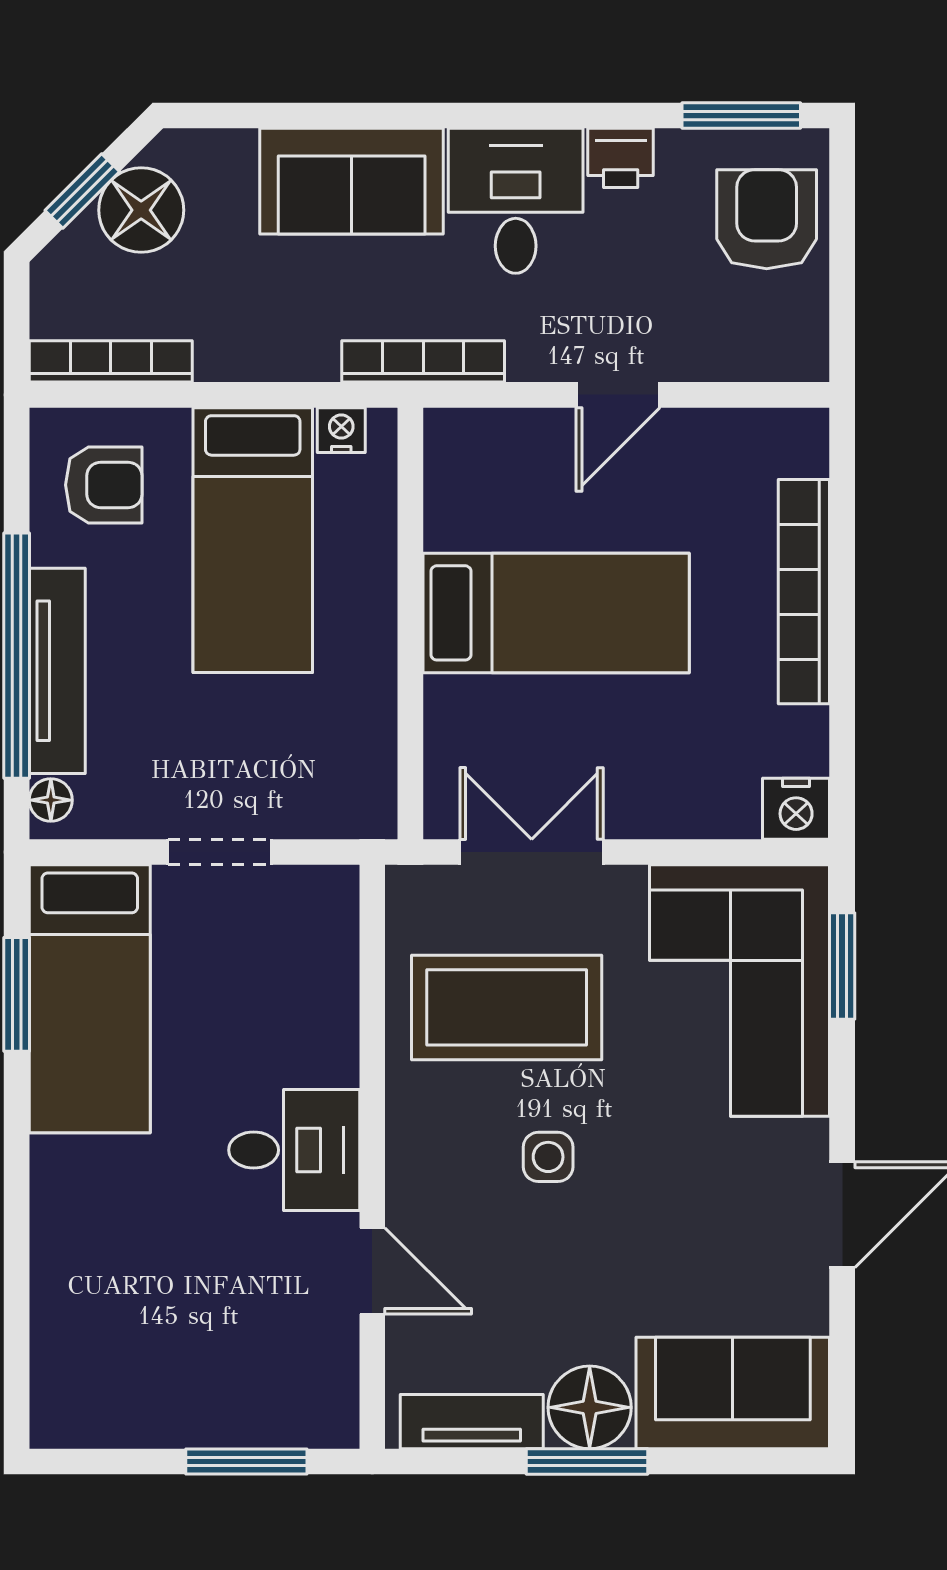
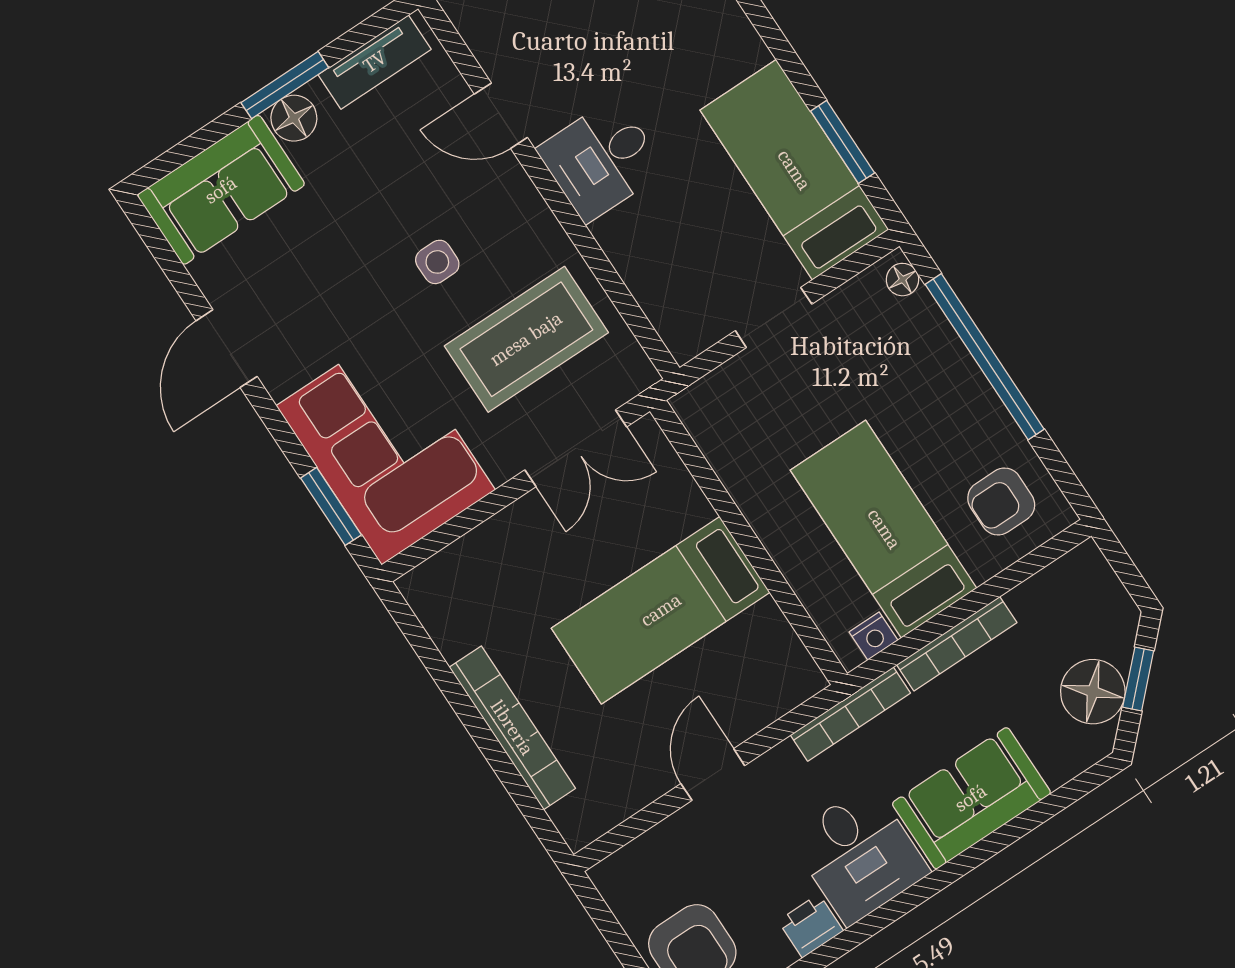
bookcase: (111, 361) -> (957, 644), moved
tv unit: (57, 671) -> (953, 364), removed
nightstand: (796, 809) -> (426, 587), removed
floor lamp: (590, 1407) -> (294, 118), width x0.73, depth x0.73

